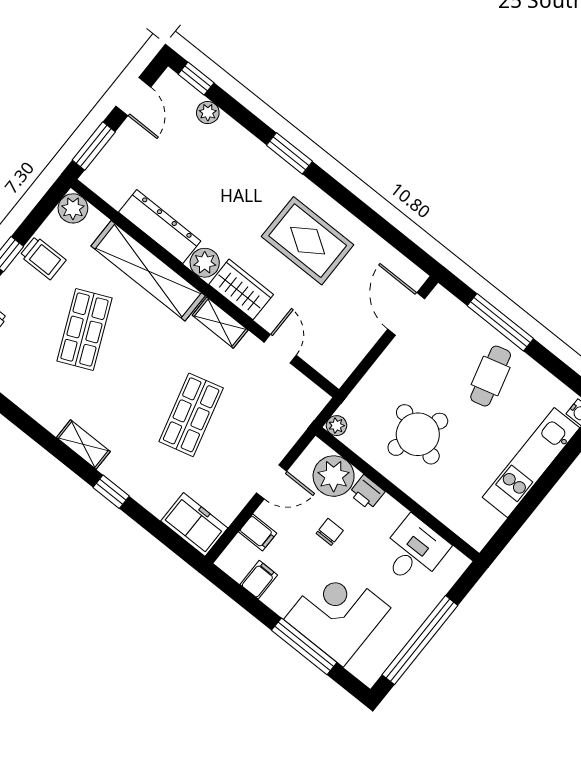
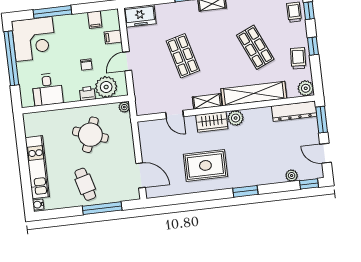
dresser: (160, 227) -> (294, 111), moved
trolley: (43, 258) -> (298, 58), turned 93
corner desk: (337, 614) -> (34, 39), moved

